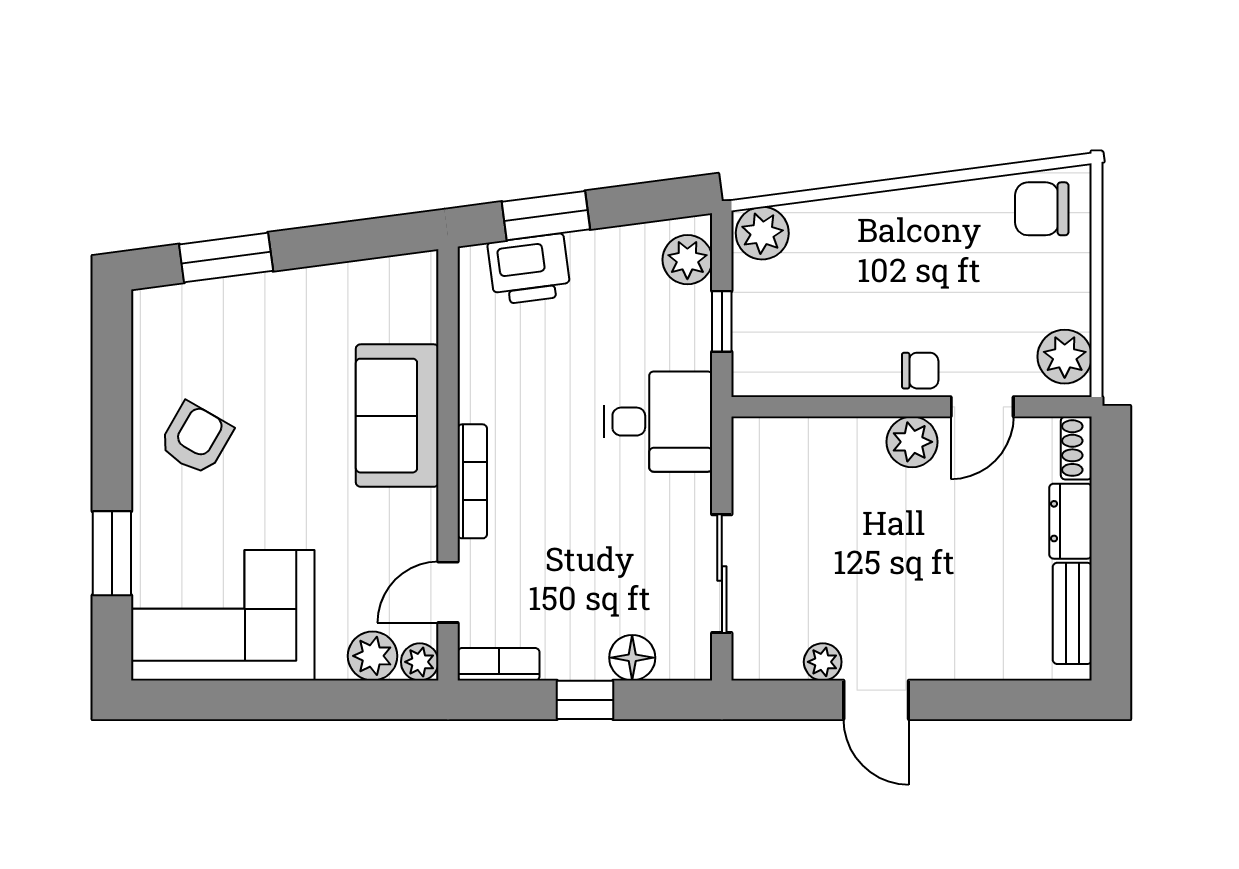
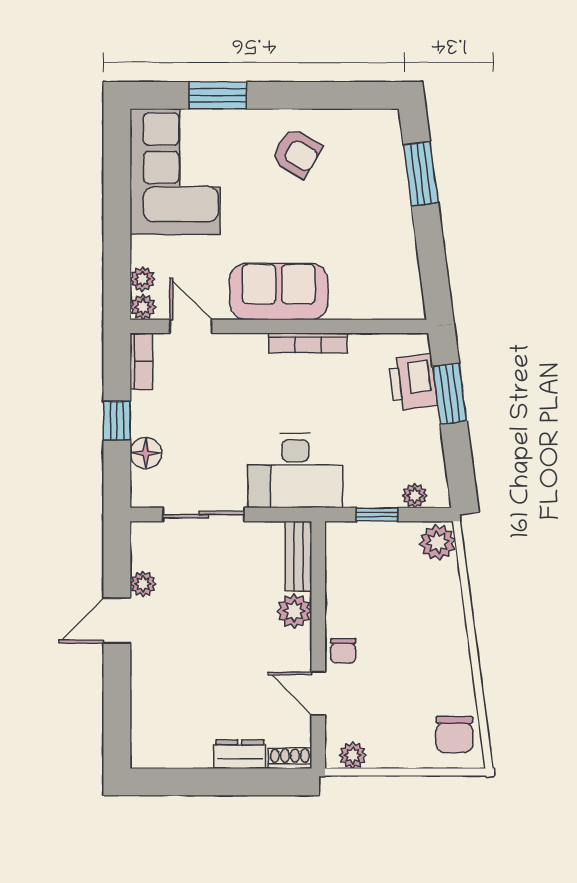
chair: (1042, 209) -> (454, 734), turned 180
plant: (687, 260) -> (415, 496), width x0.73, depth x0.73
plant: (1065, 357) -> (353, 755), width x0.73, depth x0.73
sofa: (397, 416) -> (279, 291), moved
desk: (658, 422) -> (295, 471), width x1.37
plant: (912, 442) -> (294, 611), moved
bookcase: (472, 481) -> (308, 343), moved
bench: (1072, 613) -> (298, 556), moved, turned 90
plant: (373, 656) -> (142, 279), width x0.73, depth x0.73

